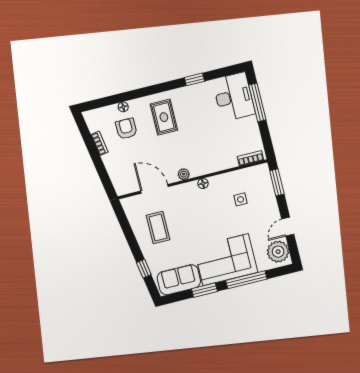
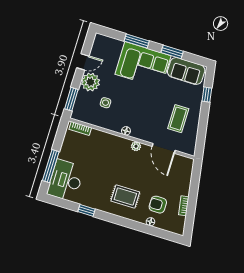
rug: (164, 117) -> (125, 196), turned 90
armchair: (126, 129) -> (158, 205), turned 90
plant: (278, 252) -> (90, 82), moved
window: (246, 280) -> (137, 41), width x0.69

